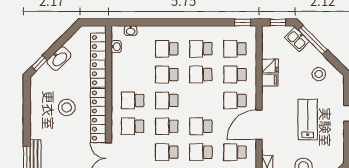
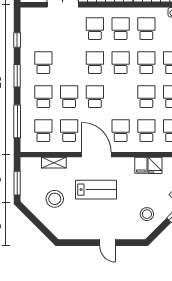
lab bench: (308, 120) -> (96, 190), moved
school desk: (167, 152) -> (146, 29), moved

